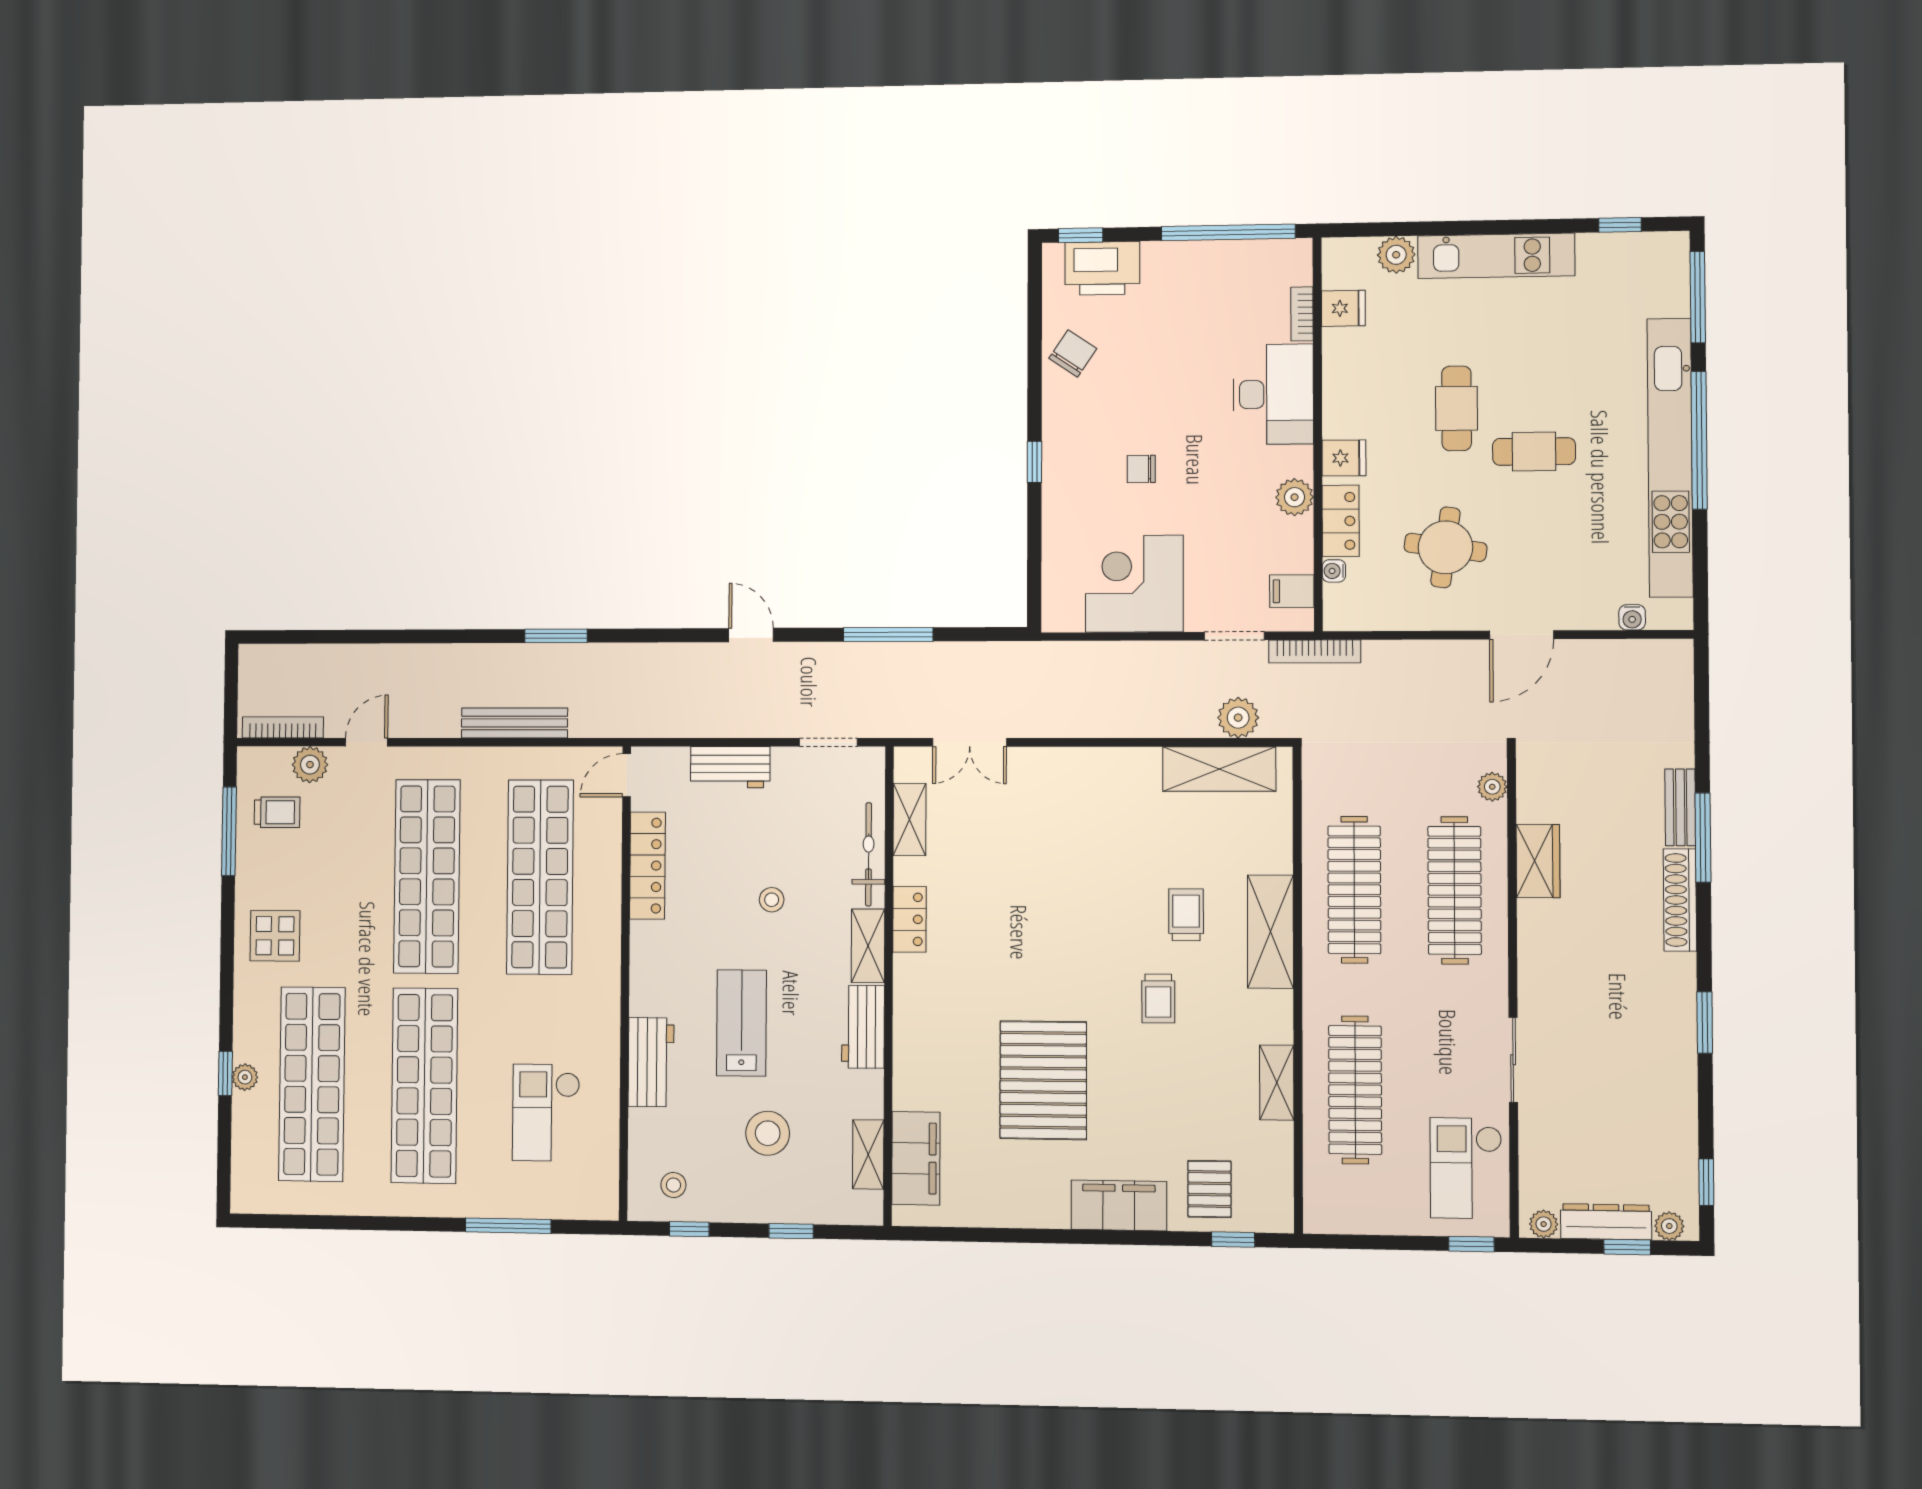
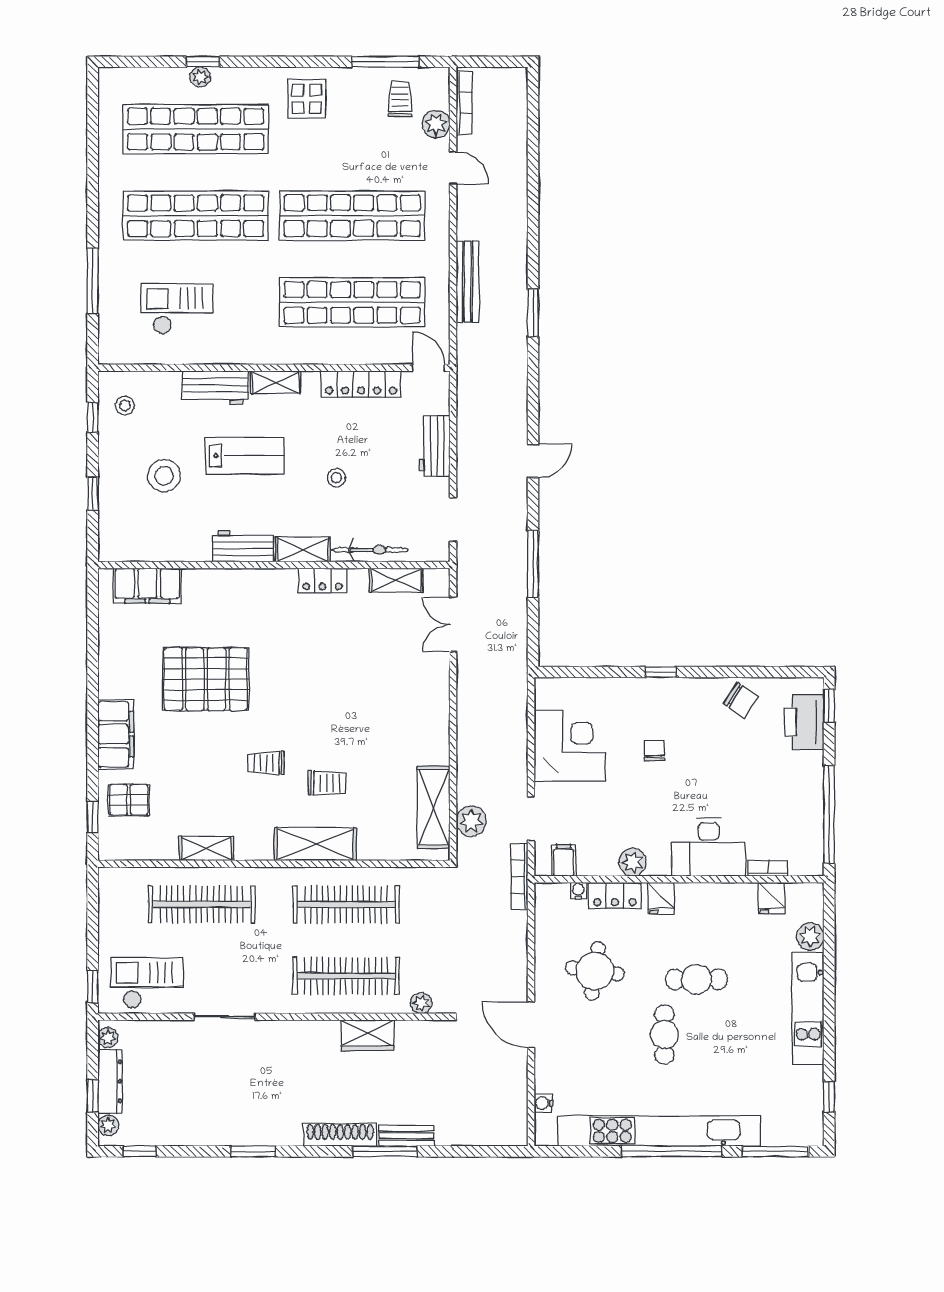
trolley: (277, 812) -> (400, 99), turned 180
shelving: (868, 1154) -> (276, 382), moved

